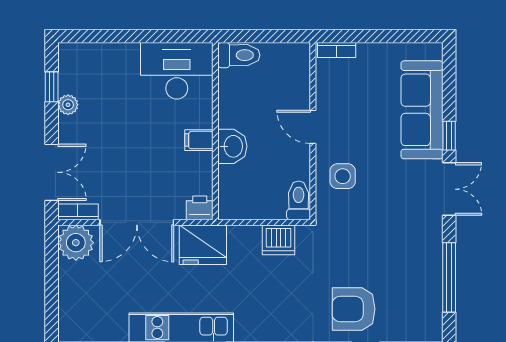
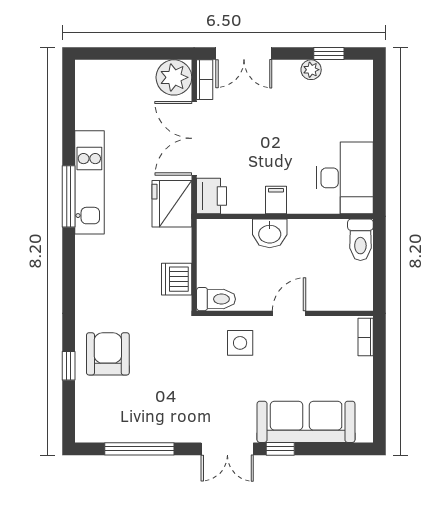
printer: (200, 208) -> (211, 196), width x1.36, depth x1.24

